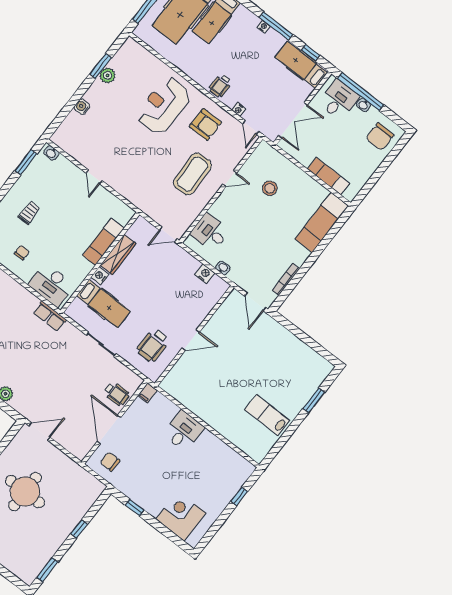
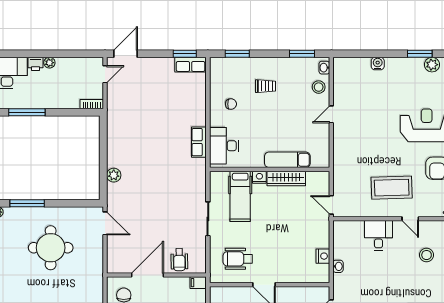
plant: (108, 75) -> (432, 65), moved
stool: (64, 170) -> (319, 87), added
desk: (210, 232) -> (379, 235), moved
row of seats: (50, 316) -> (199, 142), moved

